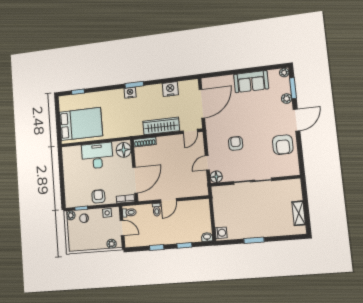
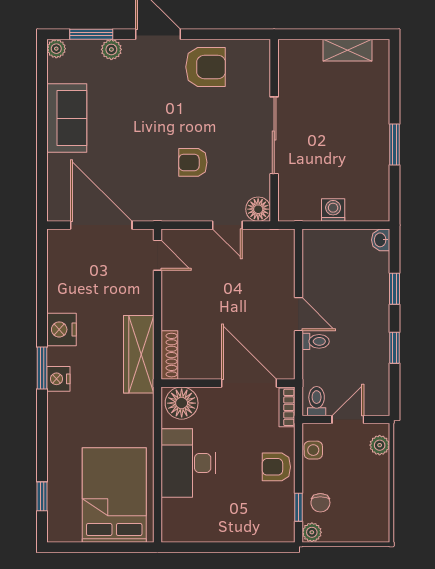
nightstand: (170, 89) -> (62, 329), moved
wardrobe: (161, 126) -> (139, 354), moved
washing machine: (221, 233) -> (333, 210), moved

